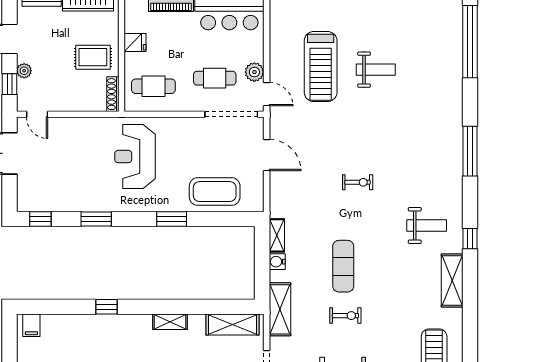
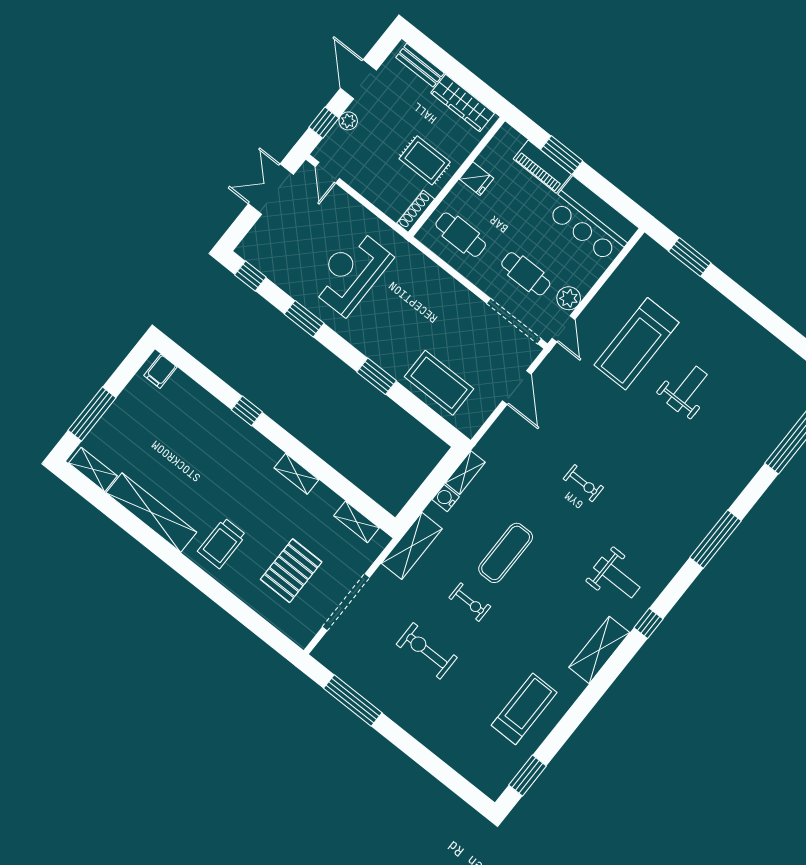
weight bench: (376, 70) -> (687, 389), turned -90
reception desk: (135, 157) -> (351, 272), moved
shelving: (232, 325) -> (356, 522), width x0.67, depth x0.75

